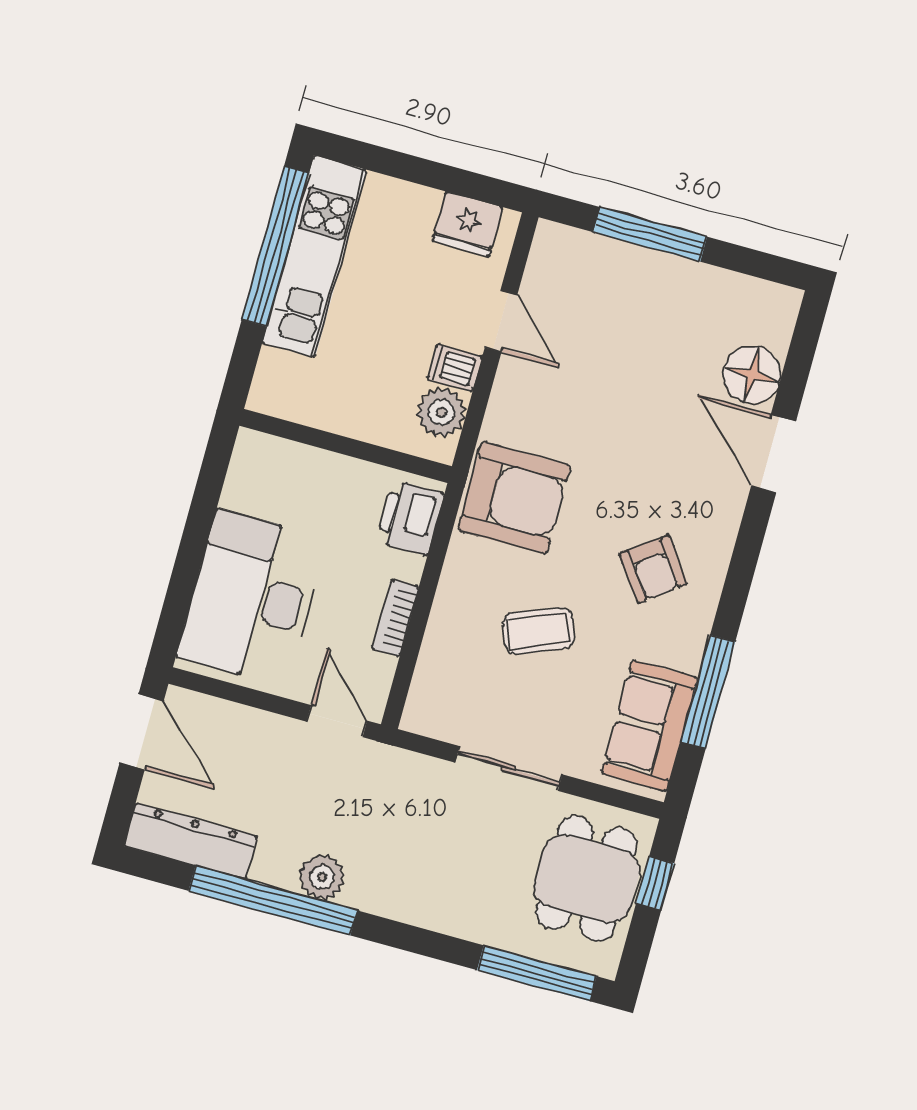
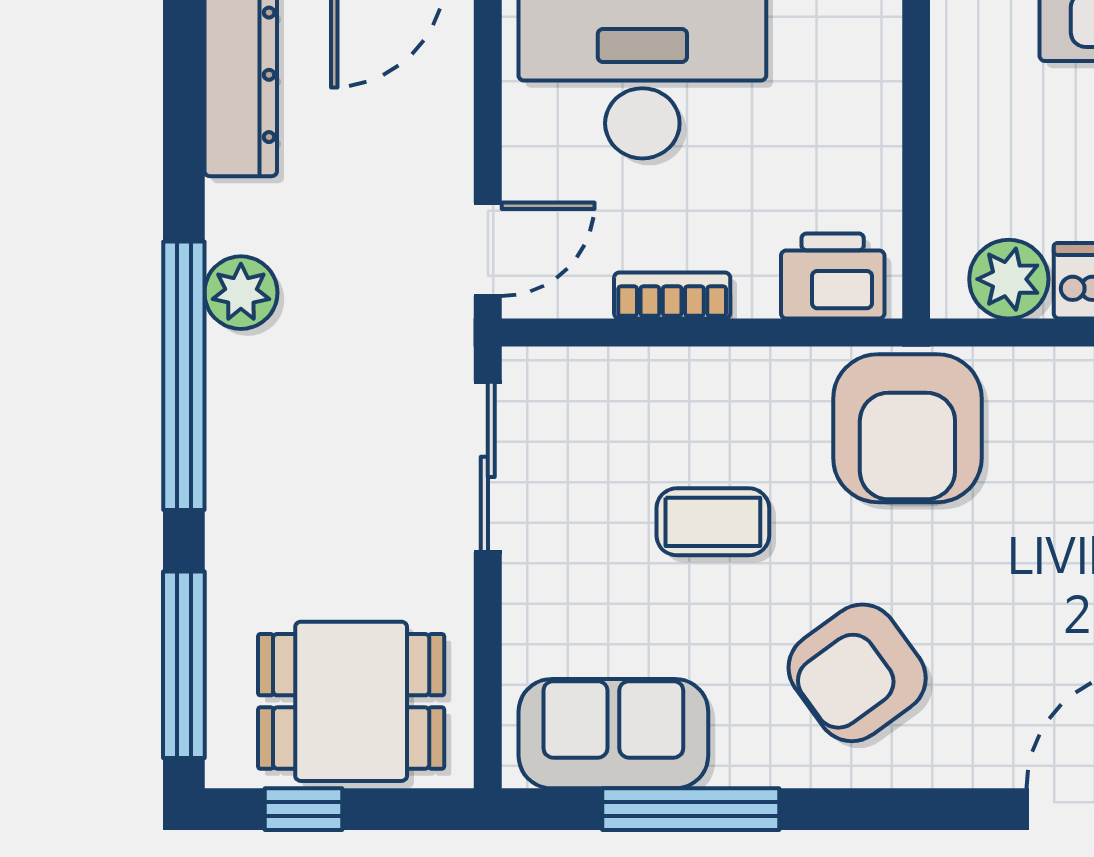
armchair: (653, 569) -> (857, 673), width x1.38, depth x1.38
coffee table: (538, 631) -> (713, 522), turned -68
sliding door: (509, 769) -> (488, 467), moved
window: (655, 883) -> (304, 809), moved
window: (273, 901) -> (184, 376), moved

